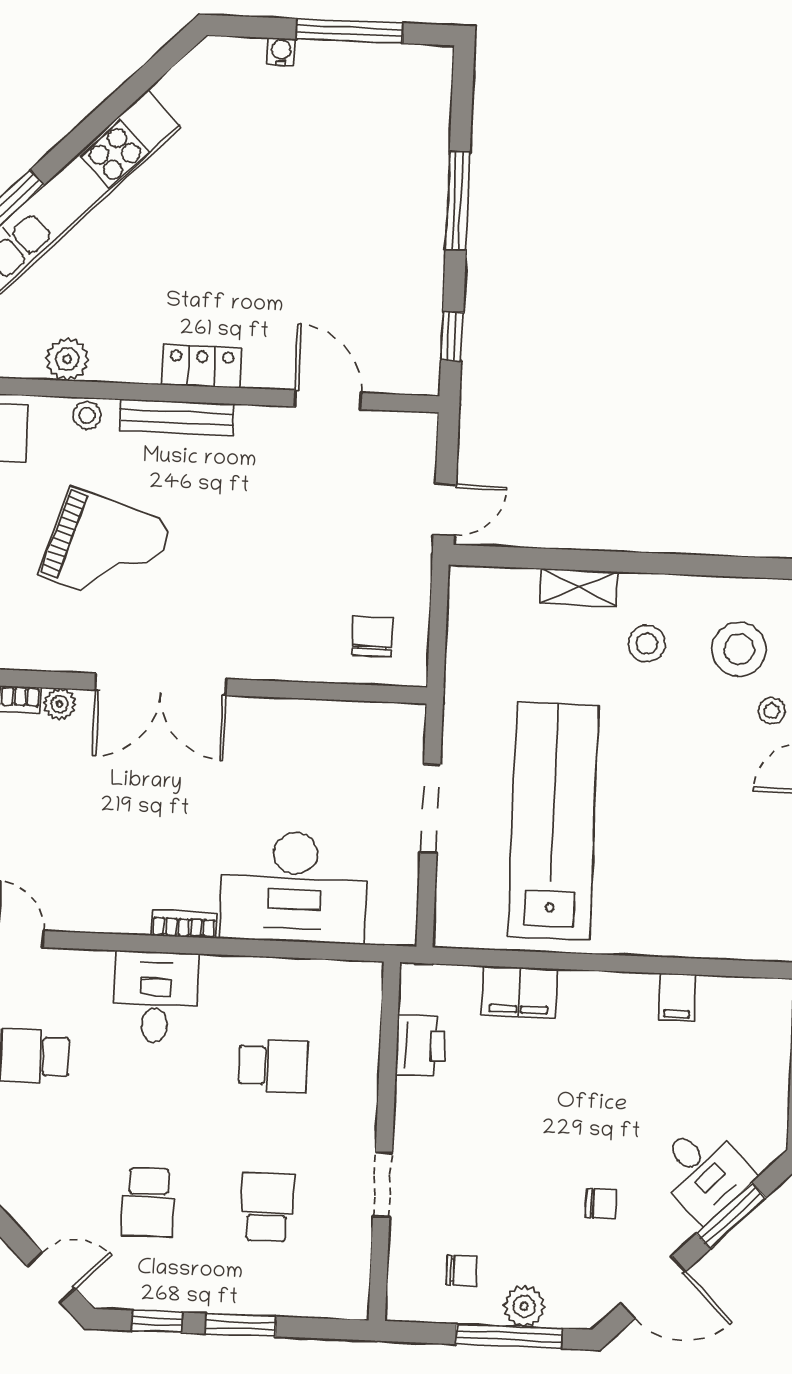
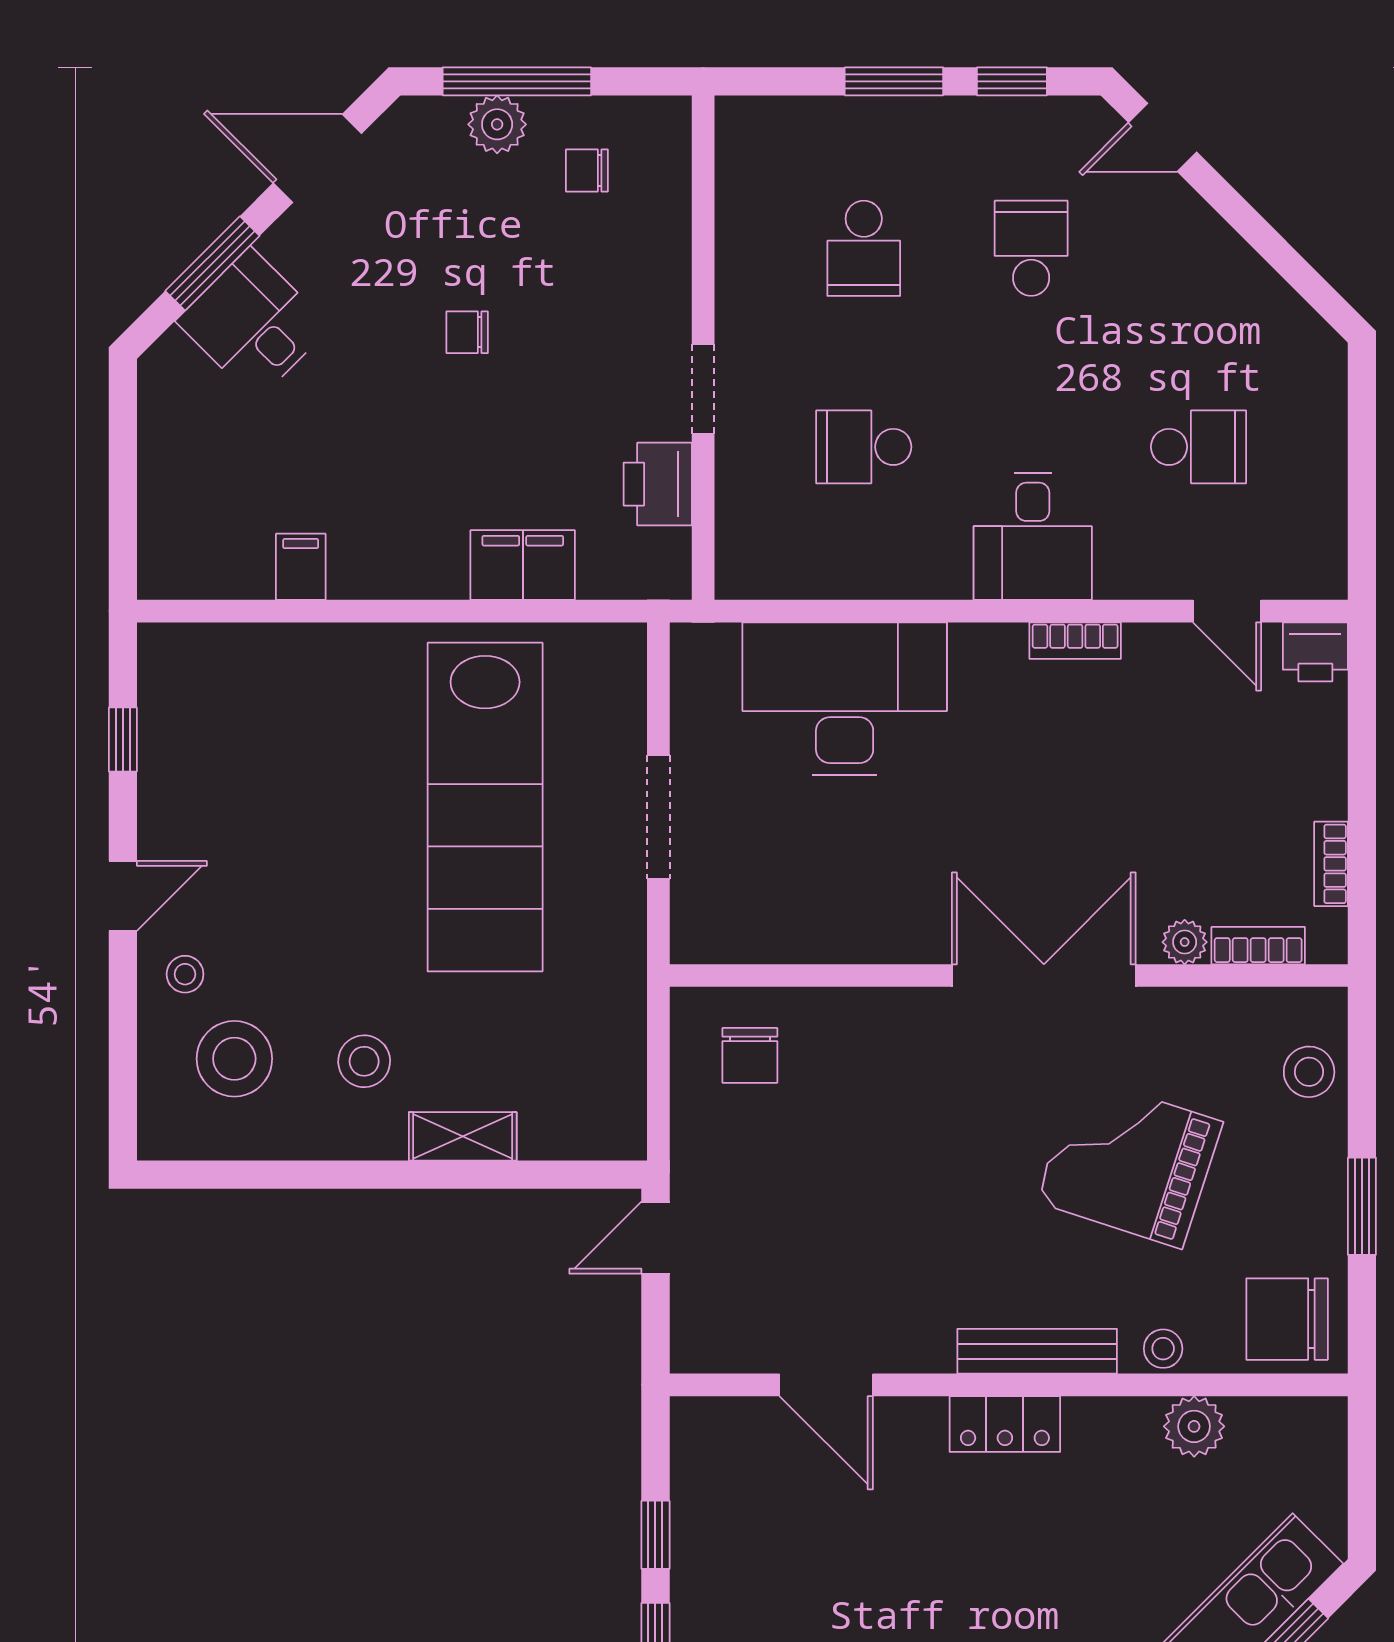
window: (452, 336) -> (655, 1535), moved
bookcase: (184, 924) -> (1075, 641), moved
doorway: (383, 1185) -> (703, 389), moved
chair: (601, 1204) -> (467, 332), moved

